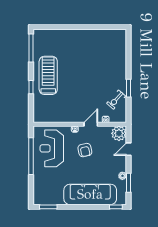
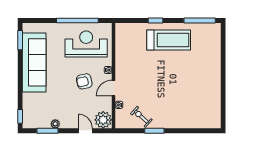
door: (91, 124) -> (113, 88), swing flipped
sofa: (90, 194) -> (34, 62), moved

